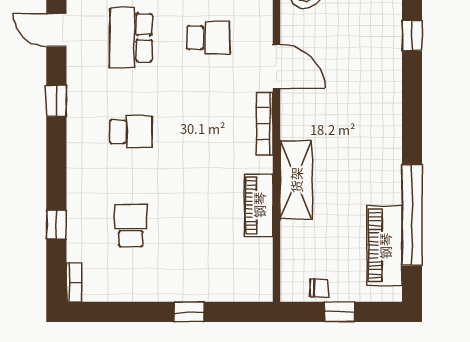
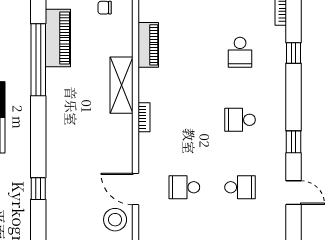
school desk: (131, 38) -> (240, 187), width x0.54
door: (276, 66) -> (135, 189), moved
bookcase: (265, 124) -> (144, 117), width x0.64
piano: (259, 205) -> (148, 45), moved

